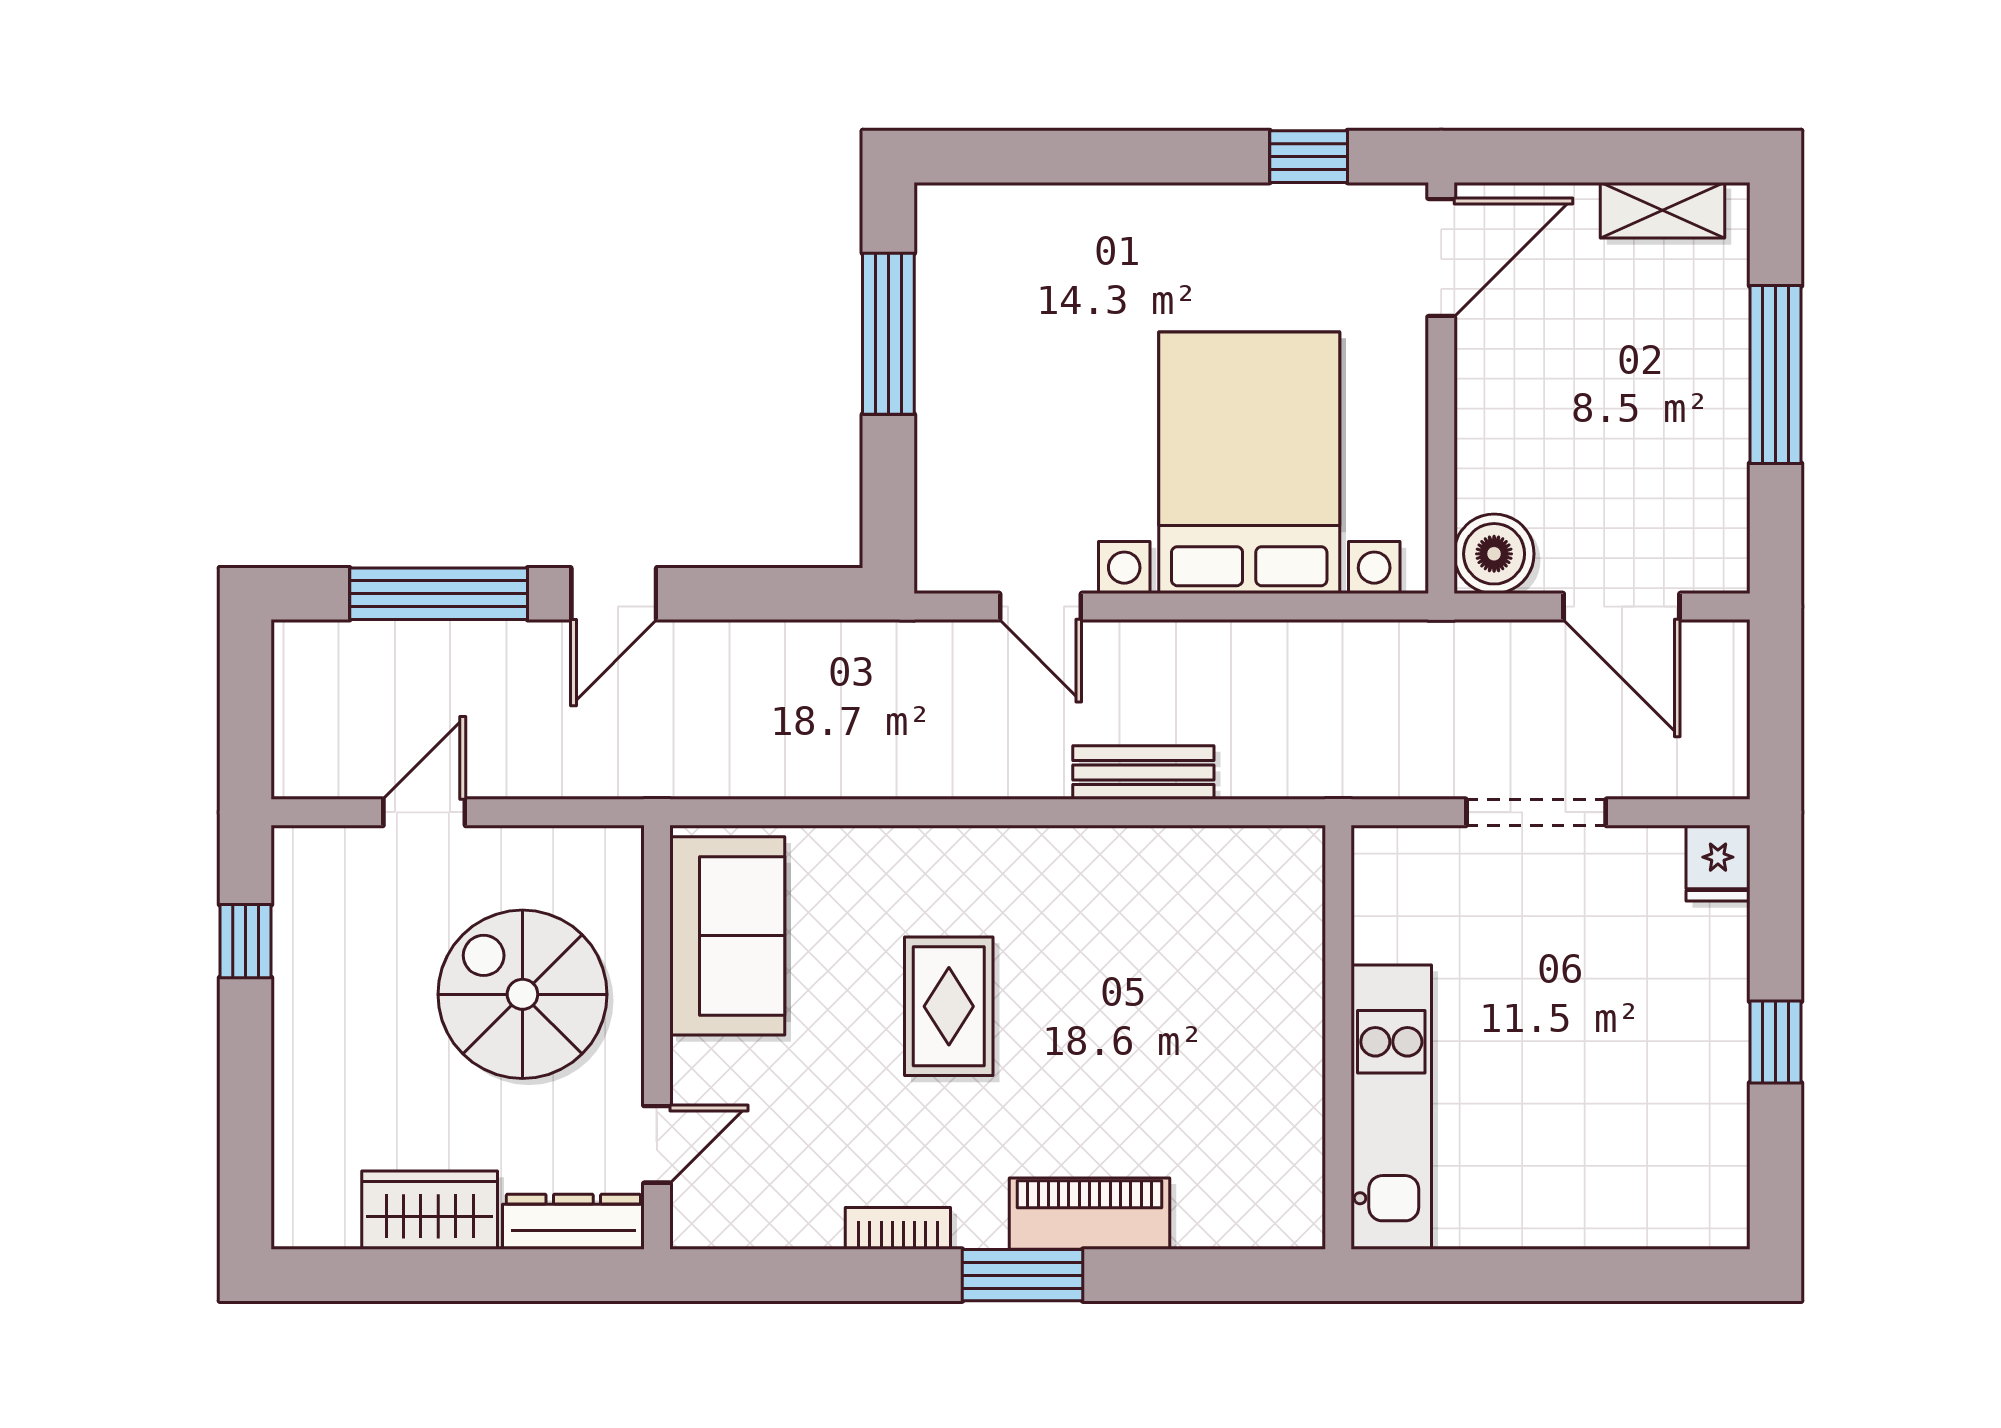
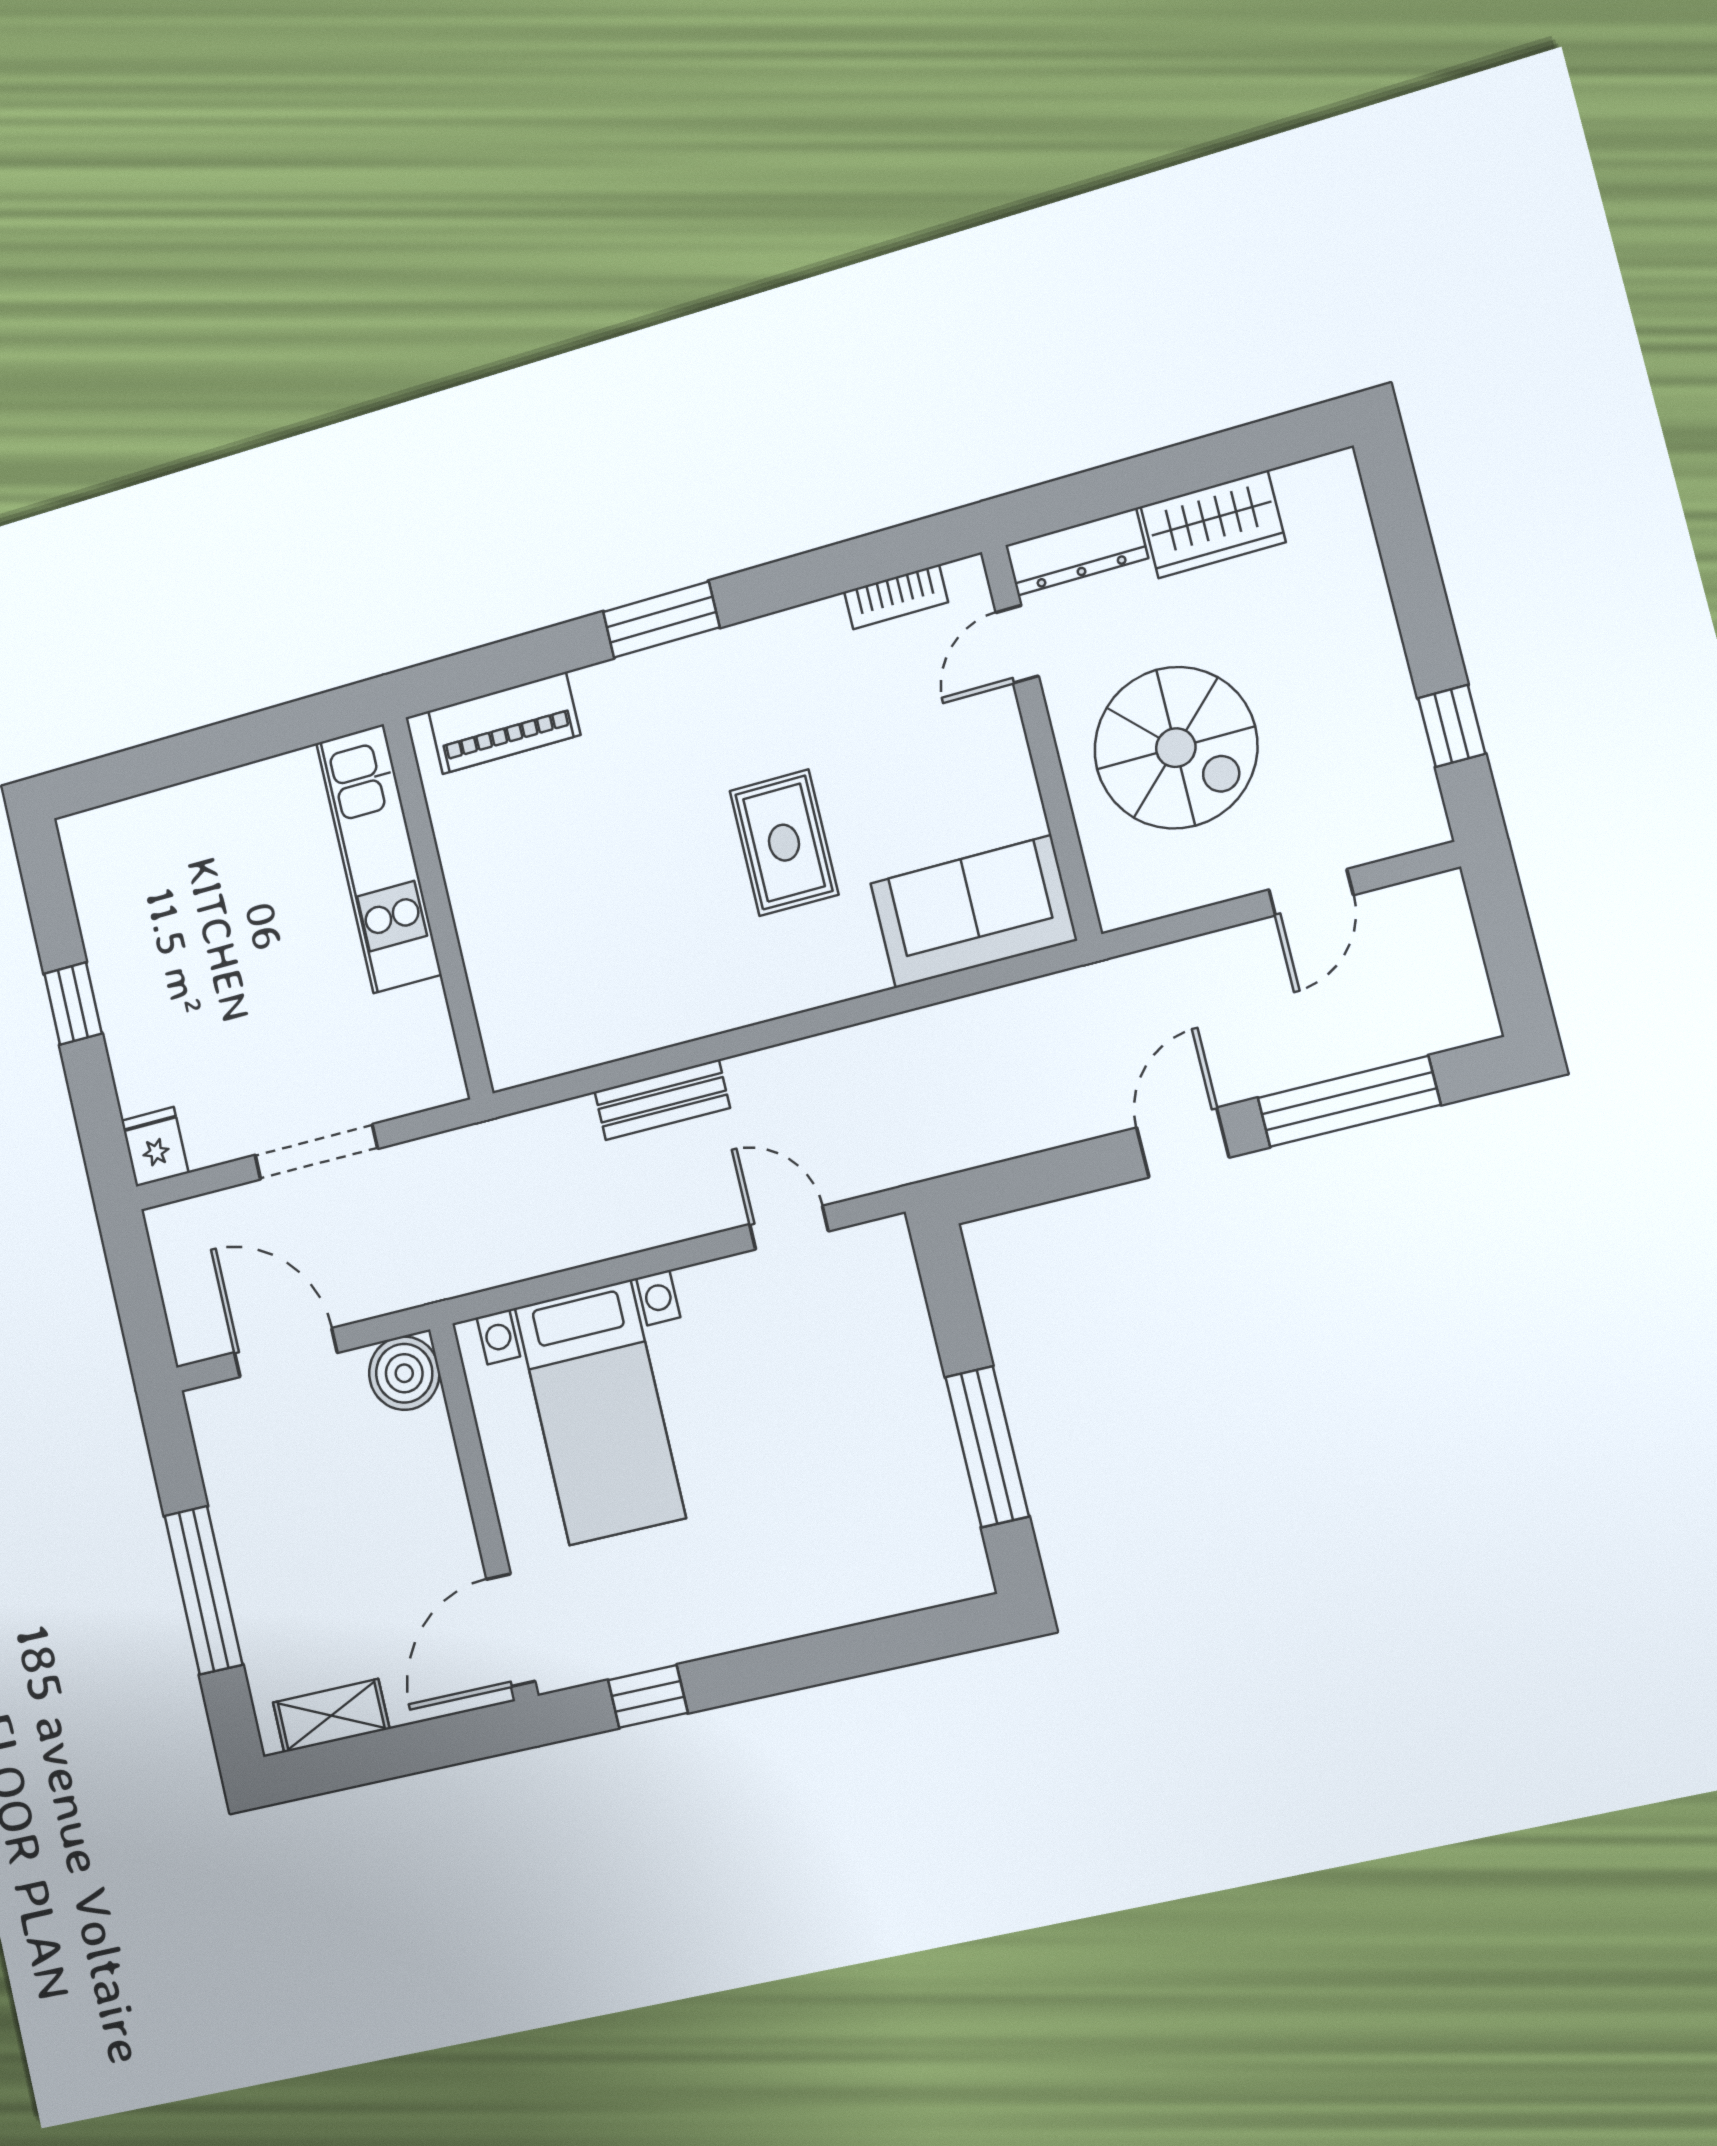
bed with nightstands: (1249, 463) -> (600, 1412), width x0.73
sofa: (727, 936) -> (973, 912), moved, turned 90
piano: (1090, 1214) -> (504, 723), moved
bookcase: (898, 1228) -> (896, 597), moved

